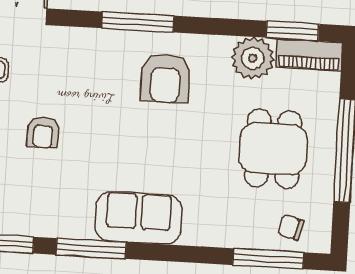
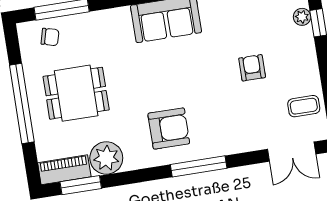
armchair: (165, 78) -> (169, 128), turned 90
dining table: (273, 149) -> (76, 93), turned 90

